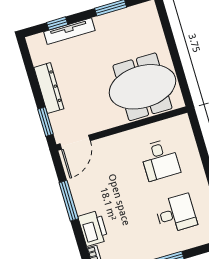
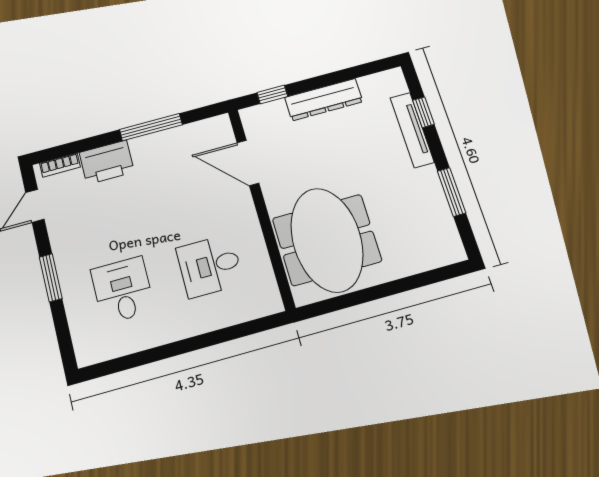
window: (45, 122) -> (272, 94), width x0.67
door: (75, 142) -> (248, 163), moved
desk: (176, 214) -> (123, 290), turned 180

